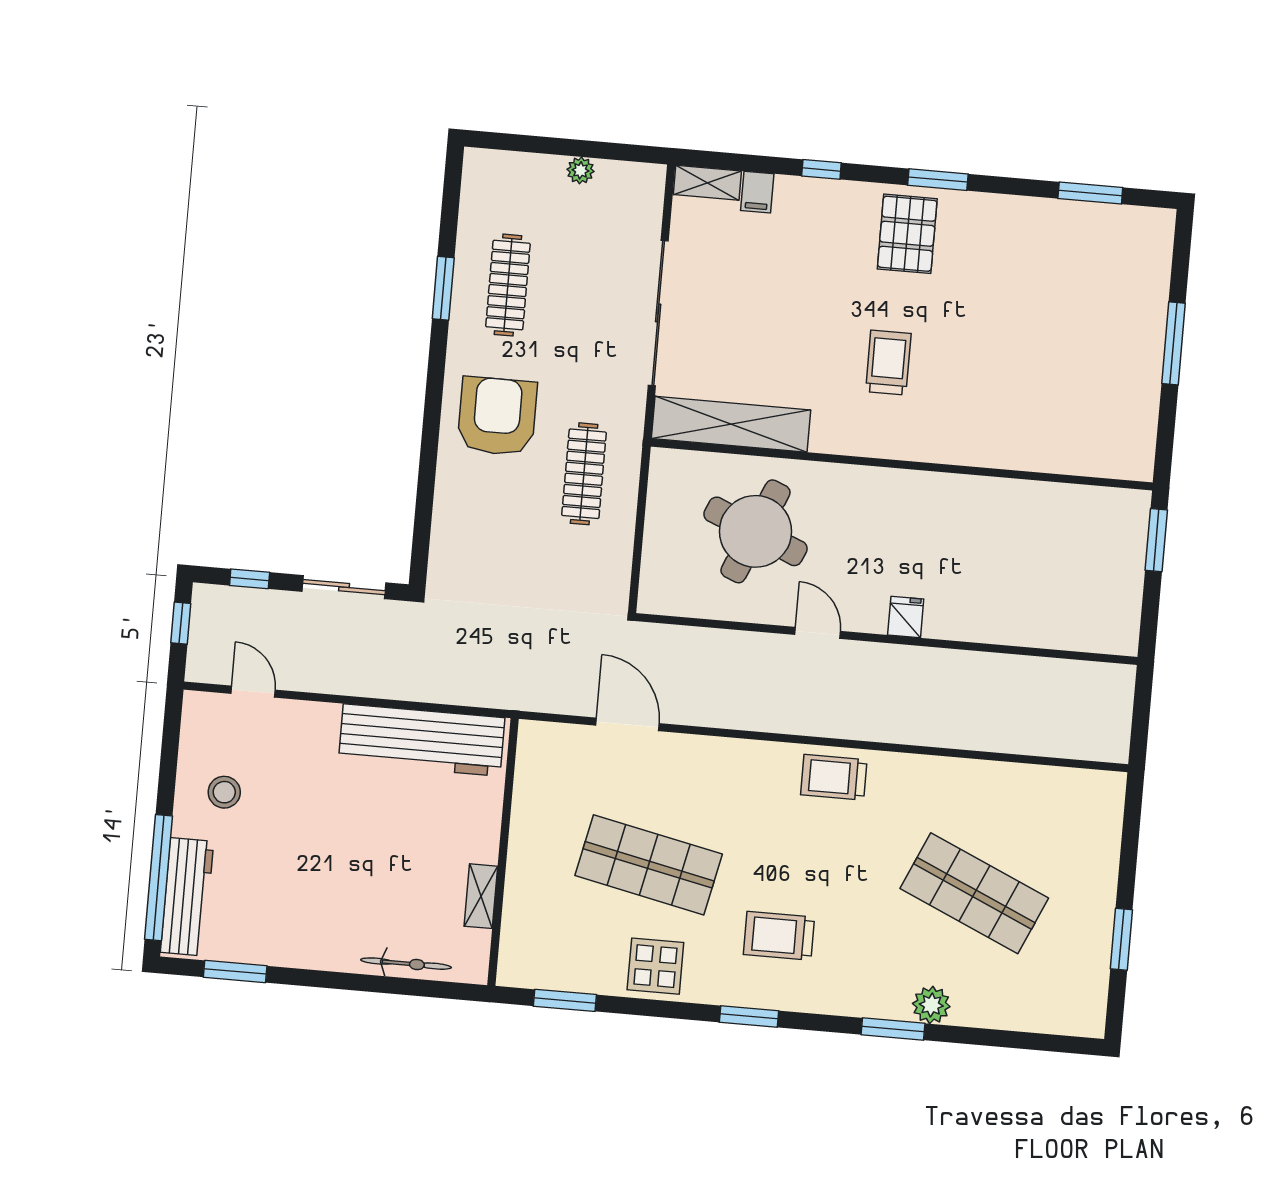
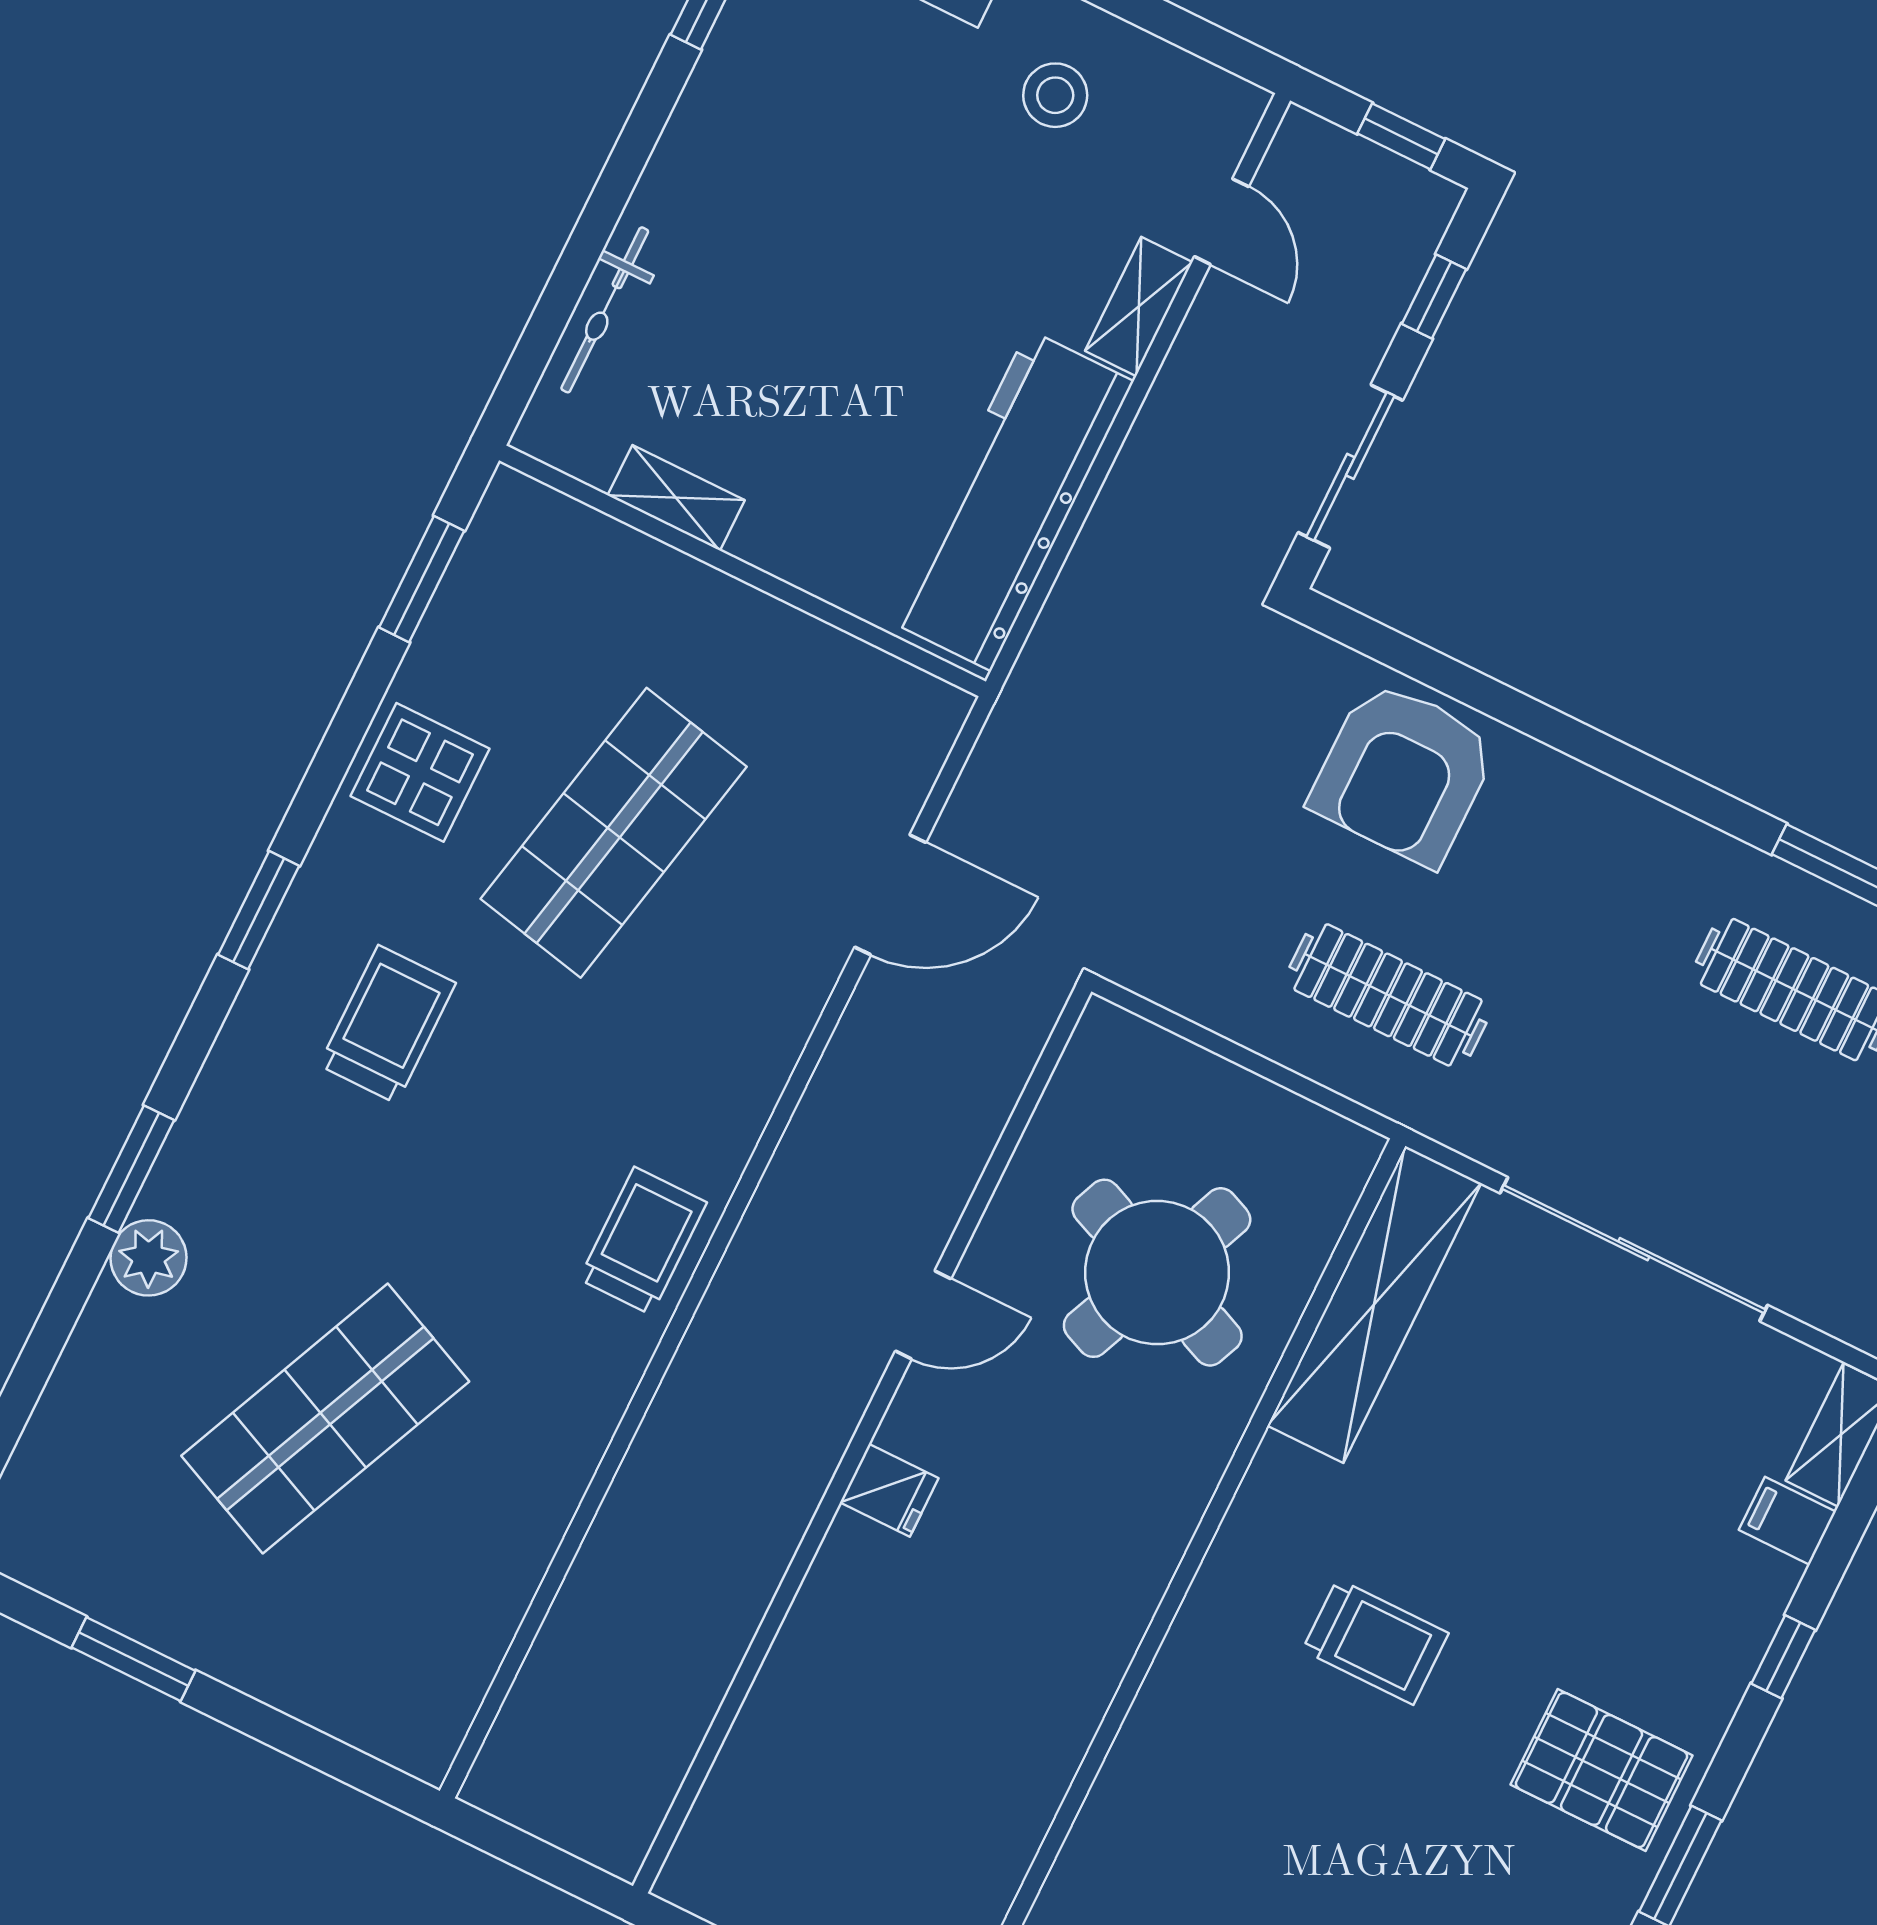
armchair: (497, 416) -> (1403, 773), moved, turned 90
door: (253, 692) -> (1221, 222), hinge flipped
shelving: (308, 715) -> (1139, 307), added

